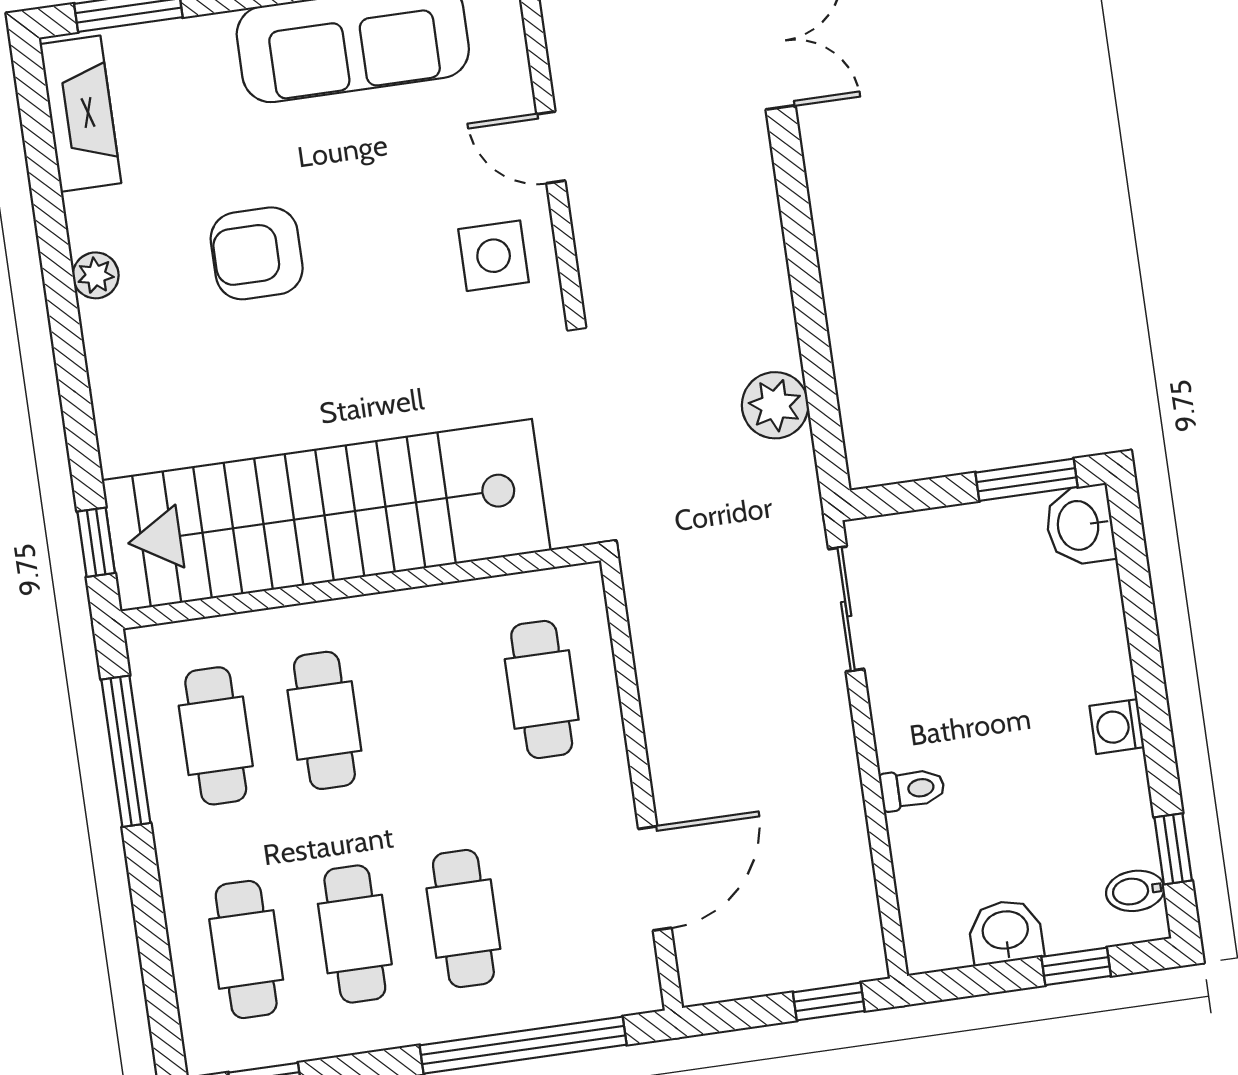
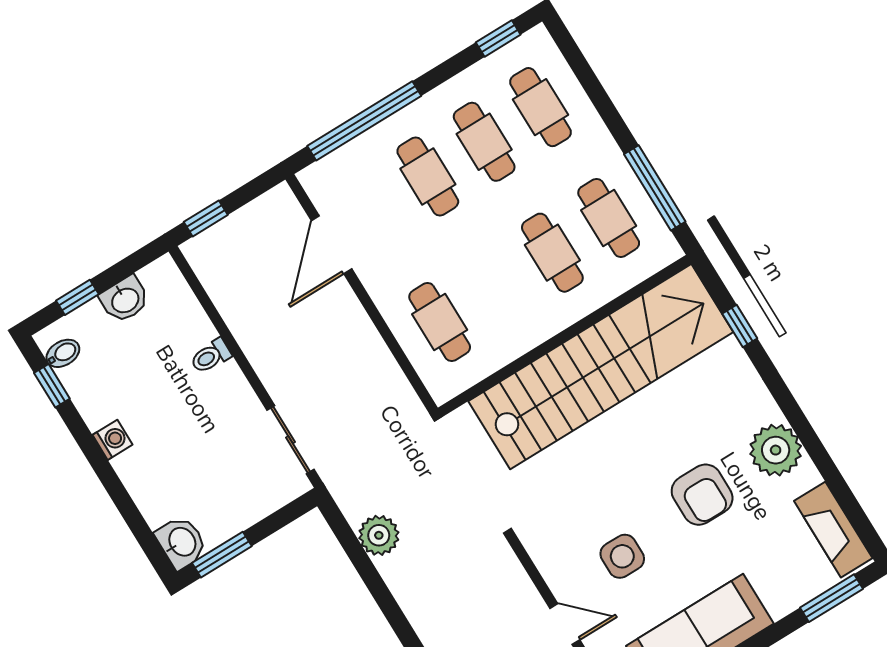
armchair: (257, 253) -> (702, 495), turned 90
side table: (494, 256) -> (622, 556), moved
plant: (96, 275) -> (776, 450), width x1.88, depth x1.88
window: (96, 542) -> (740, 326), moved

